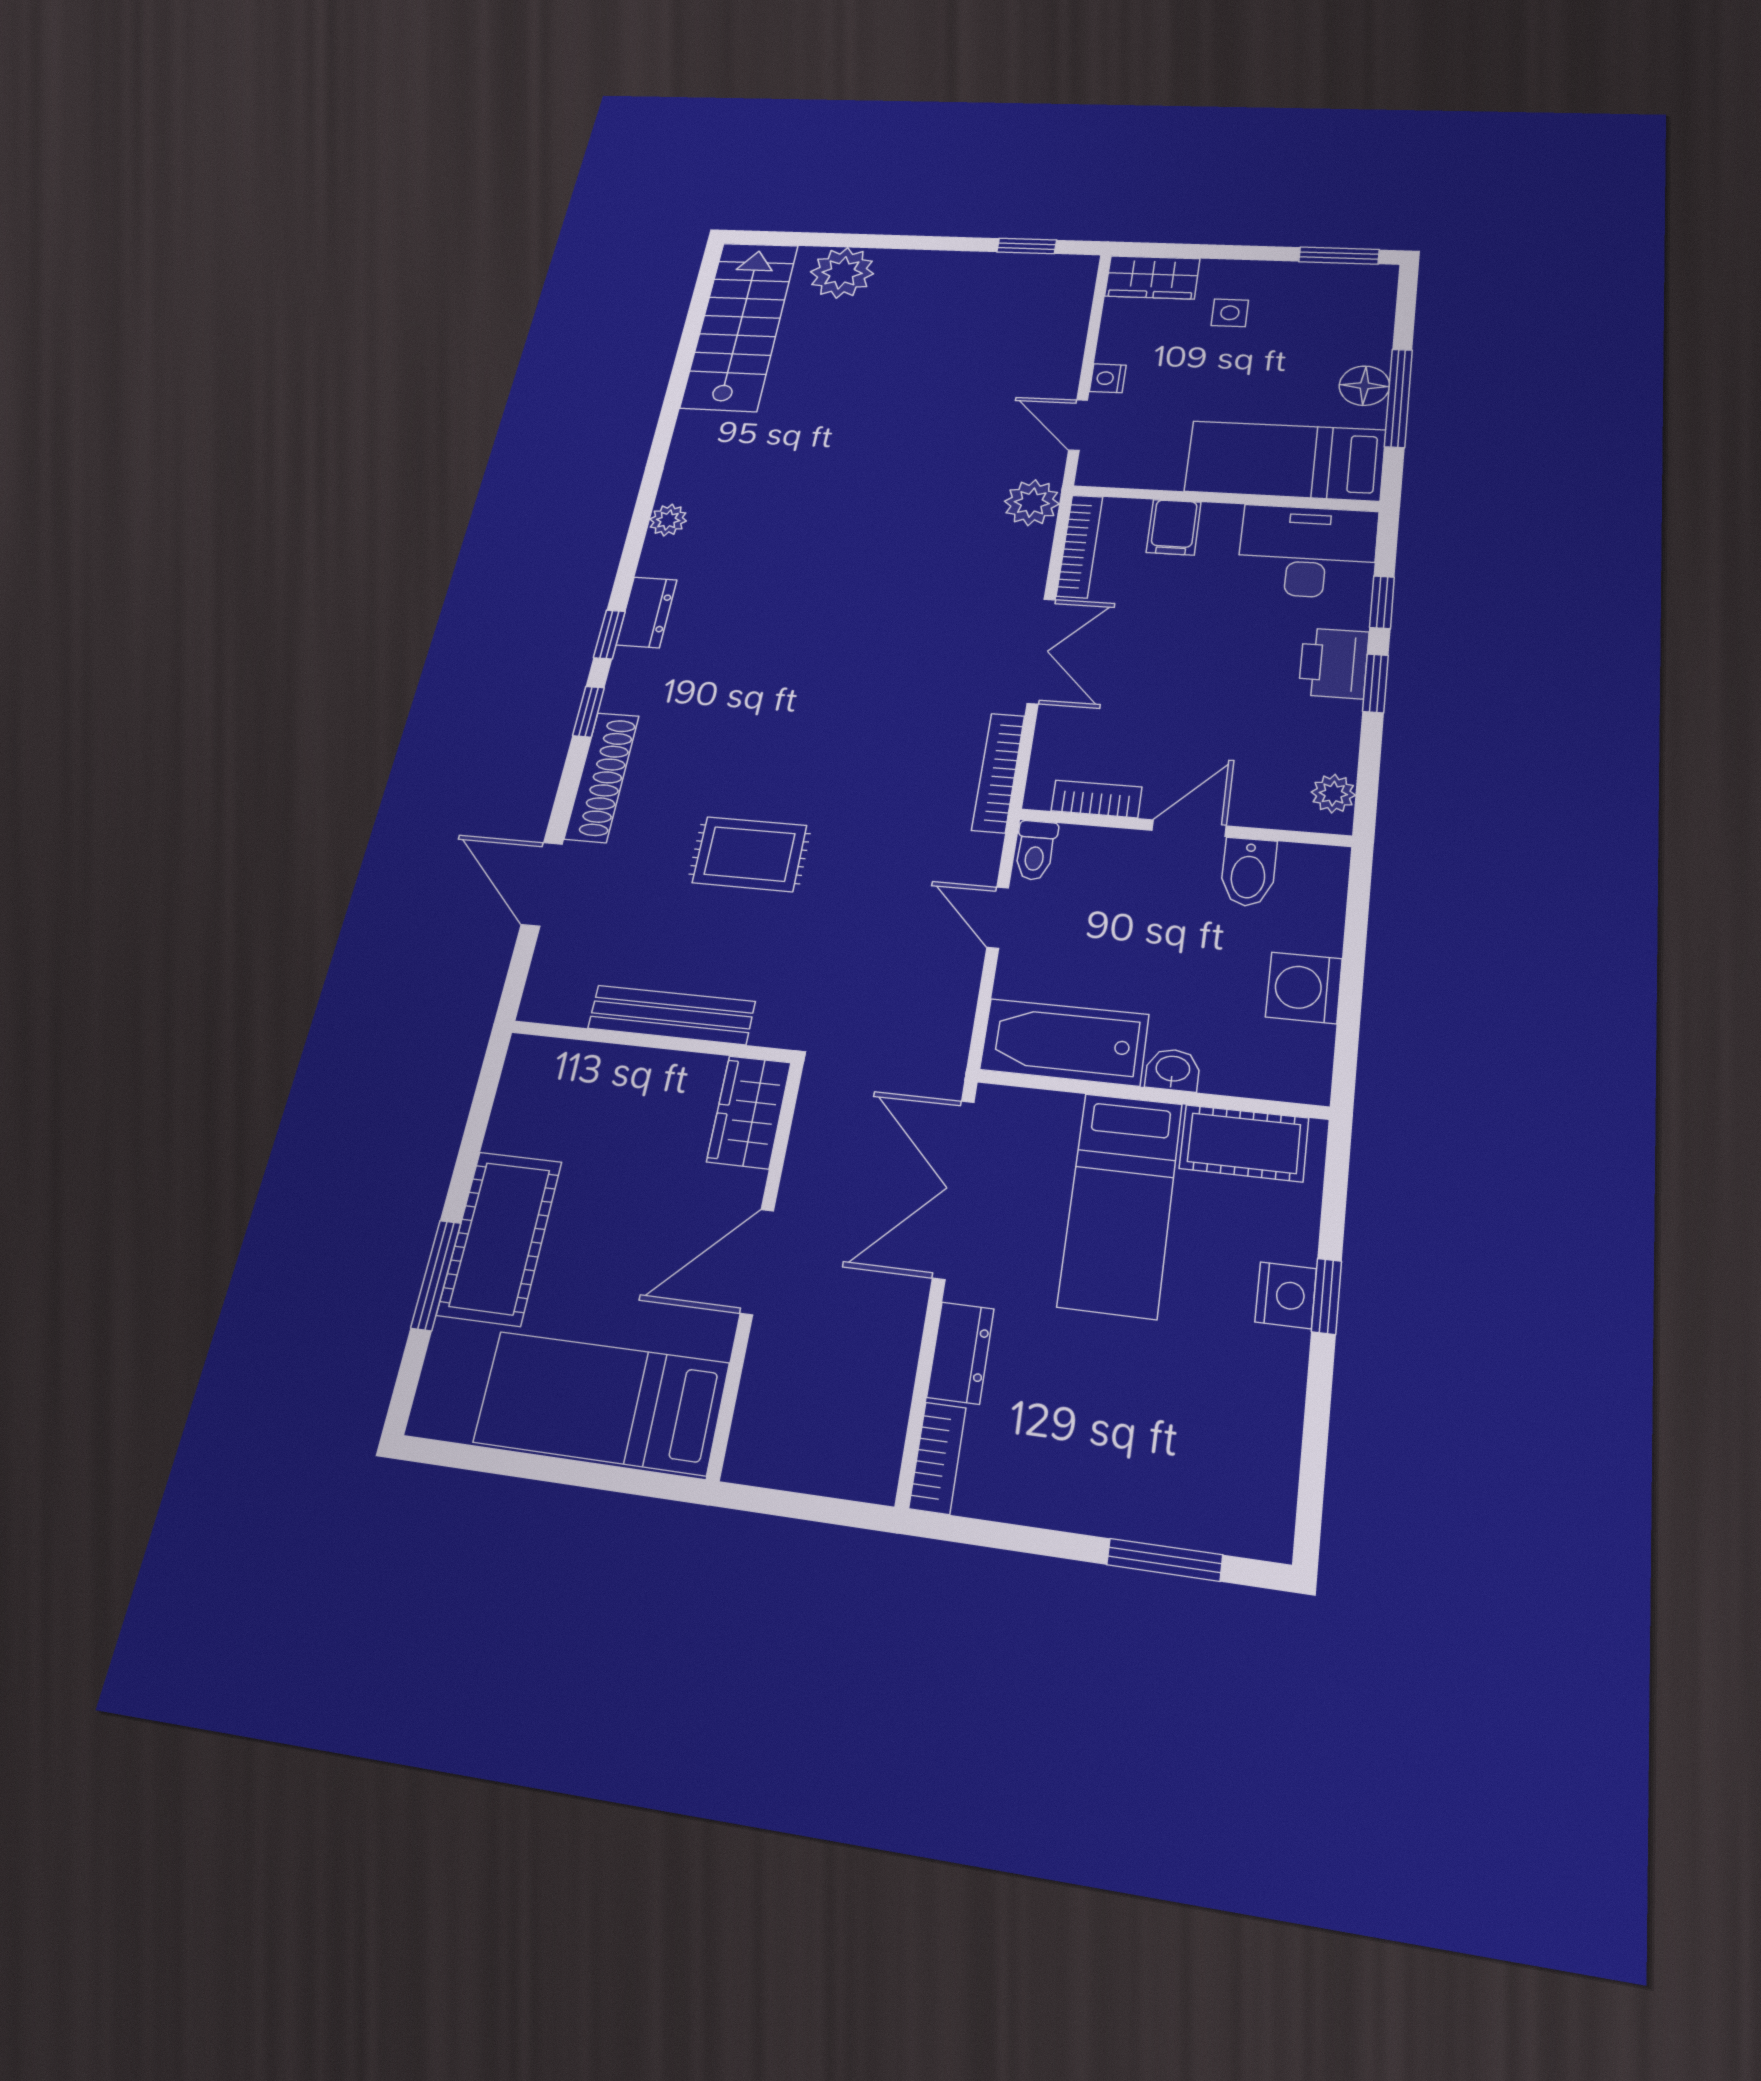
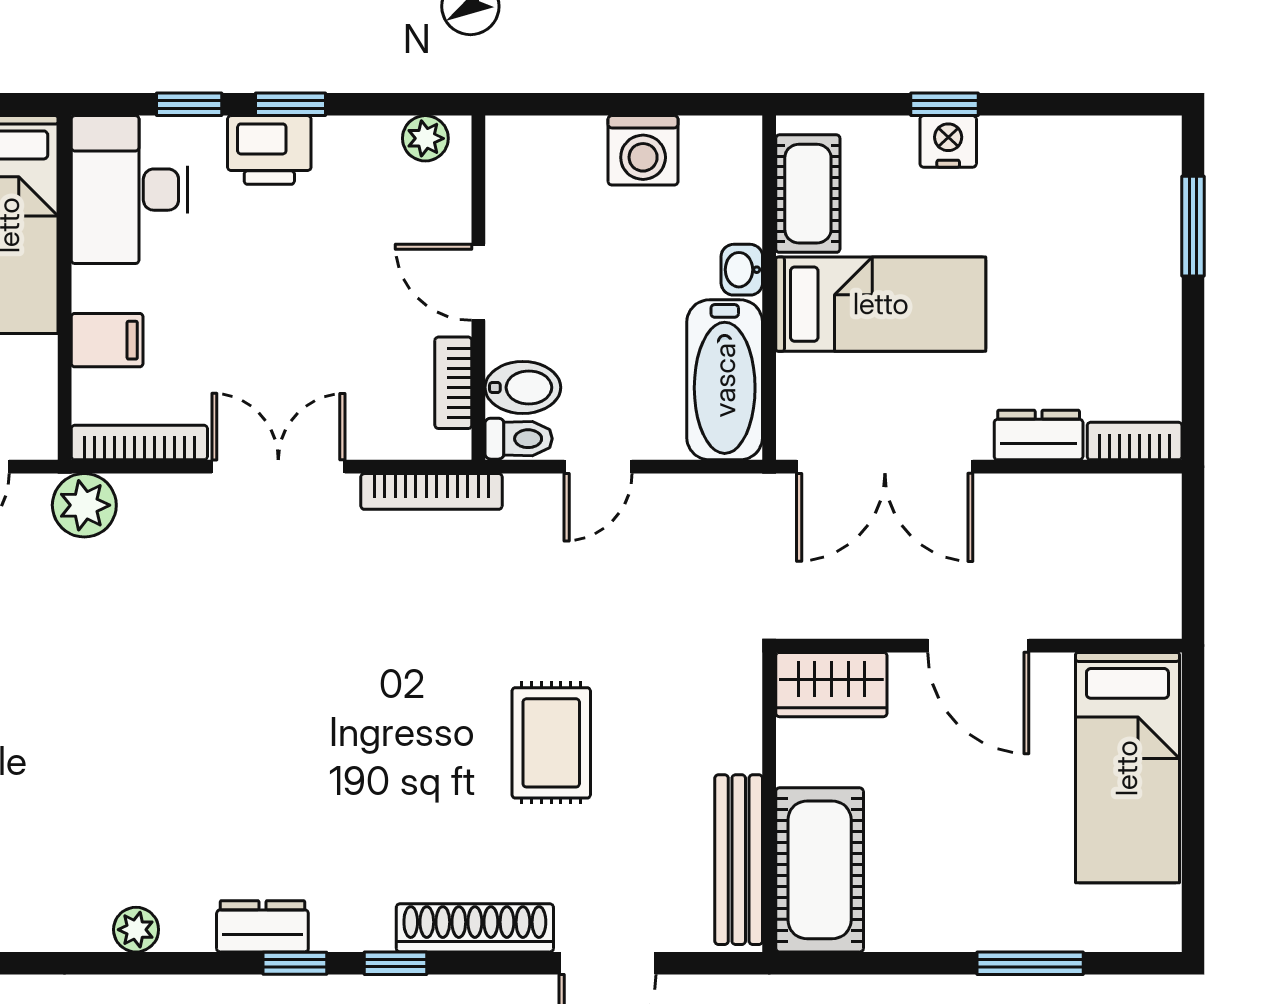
bidet: (1248, 872) -> (523, 387), moved
bench: (671, 1015) -> (739, 860), moved
cot: (500, 1238) -> (820, 870), moved, turned 90

